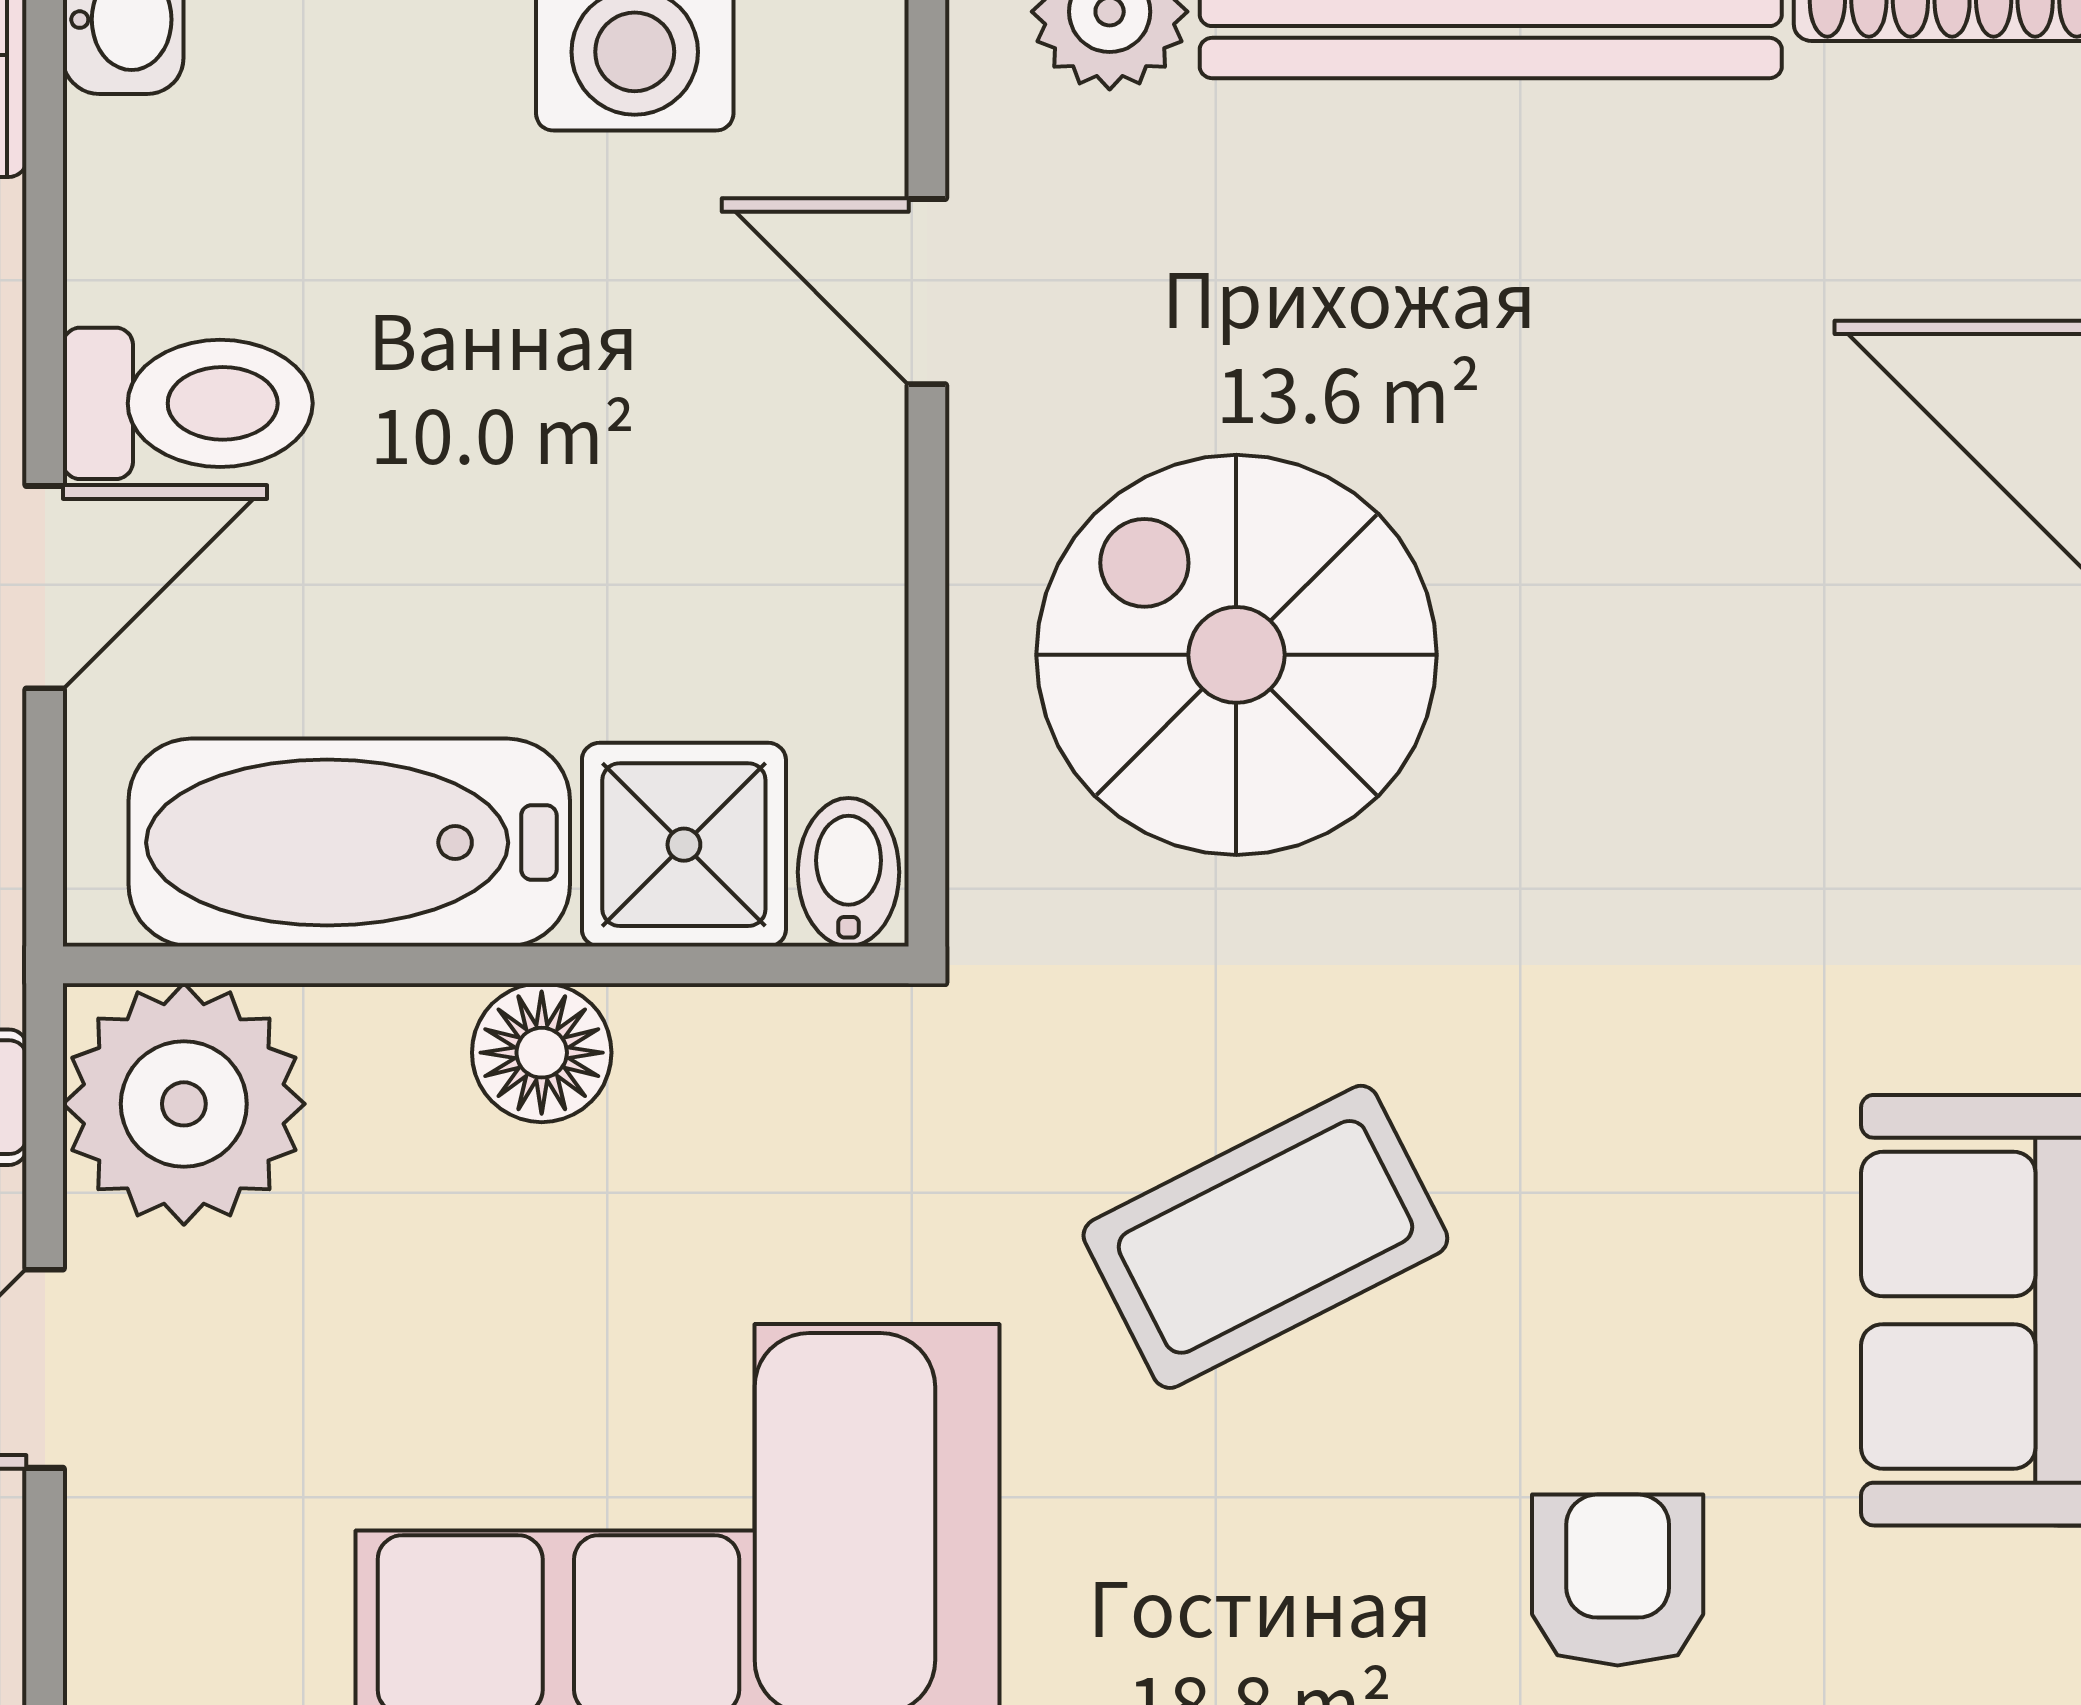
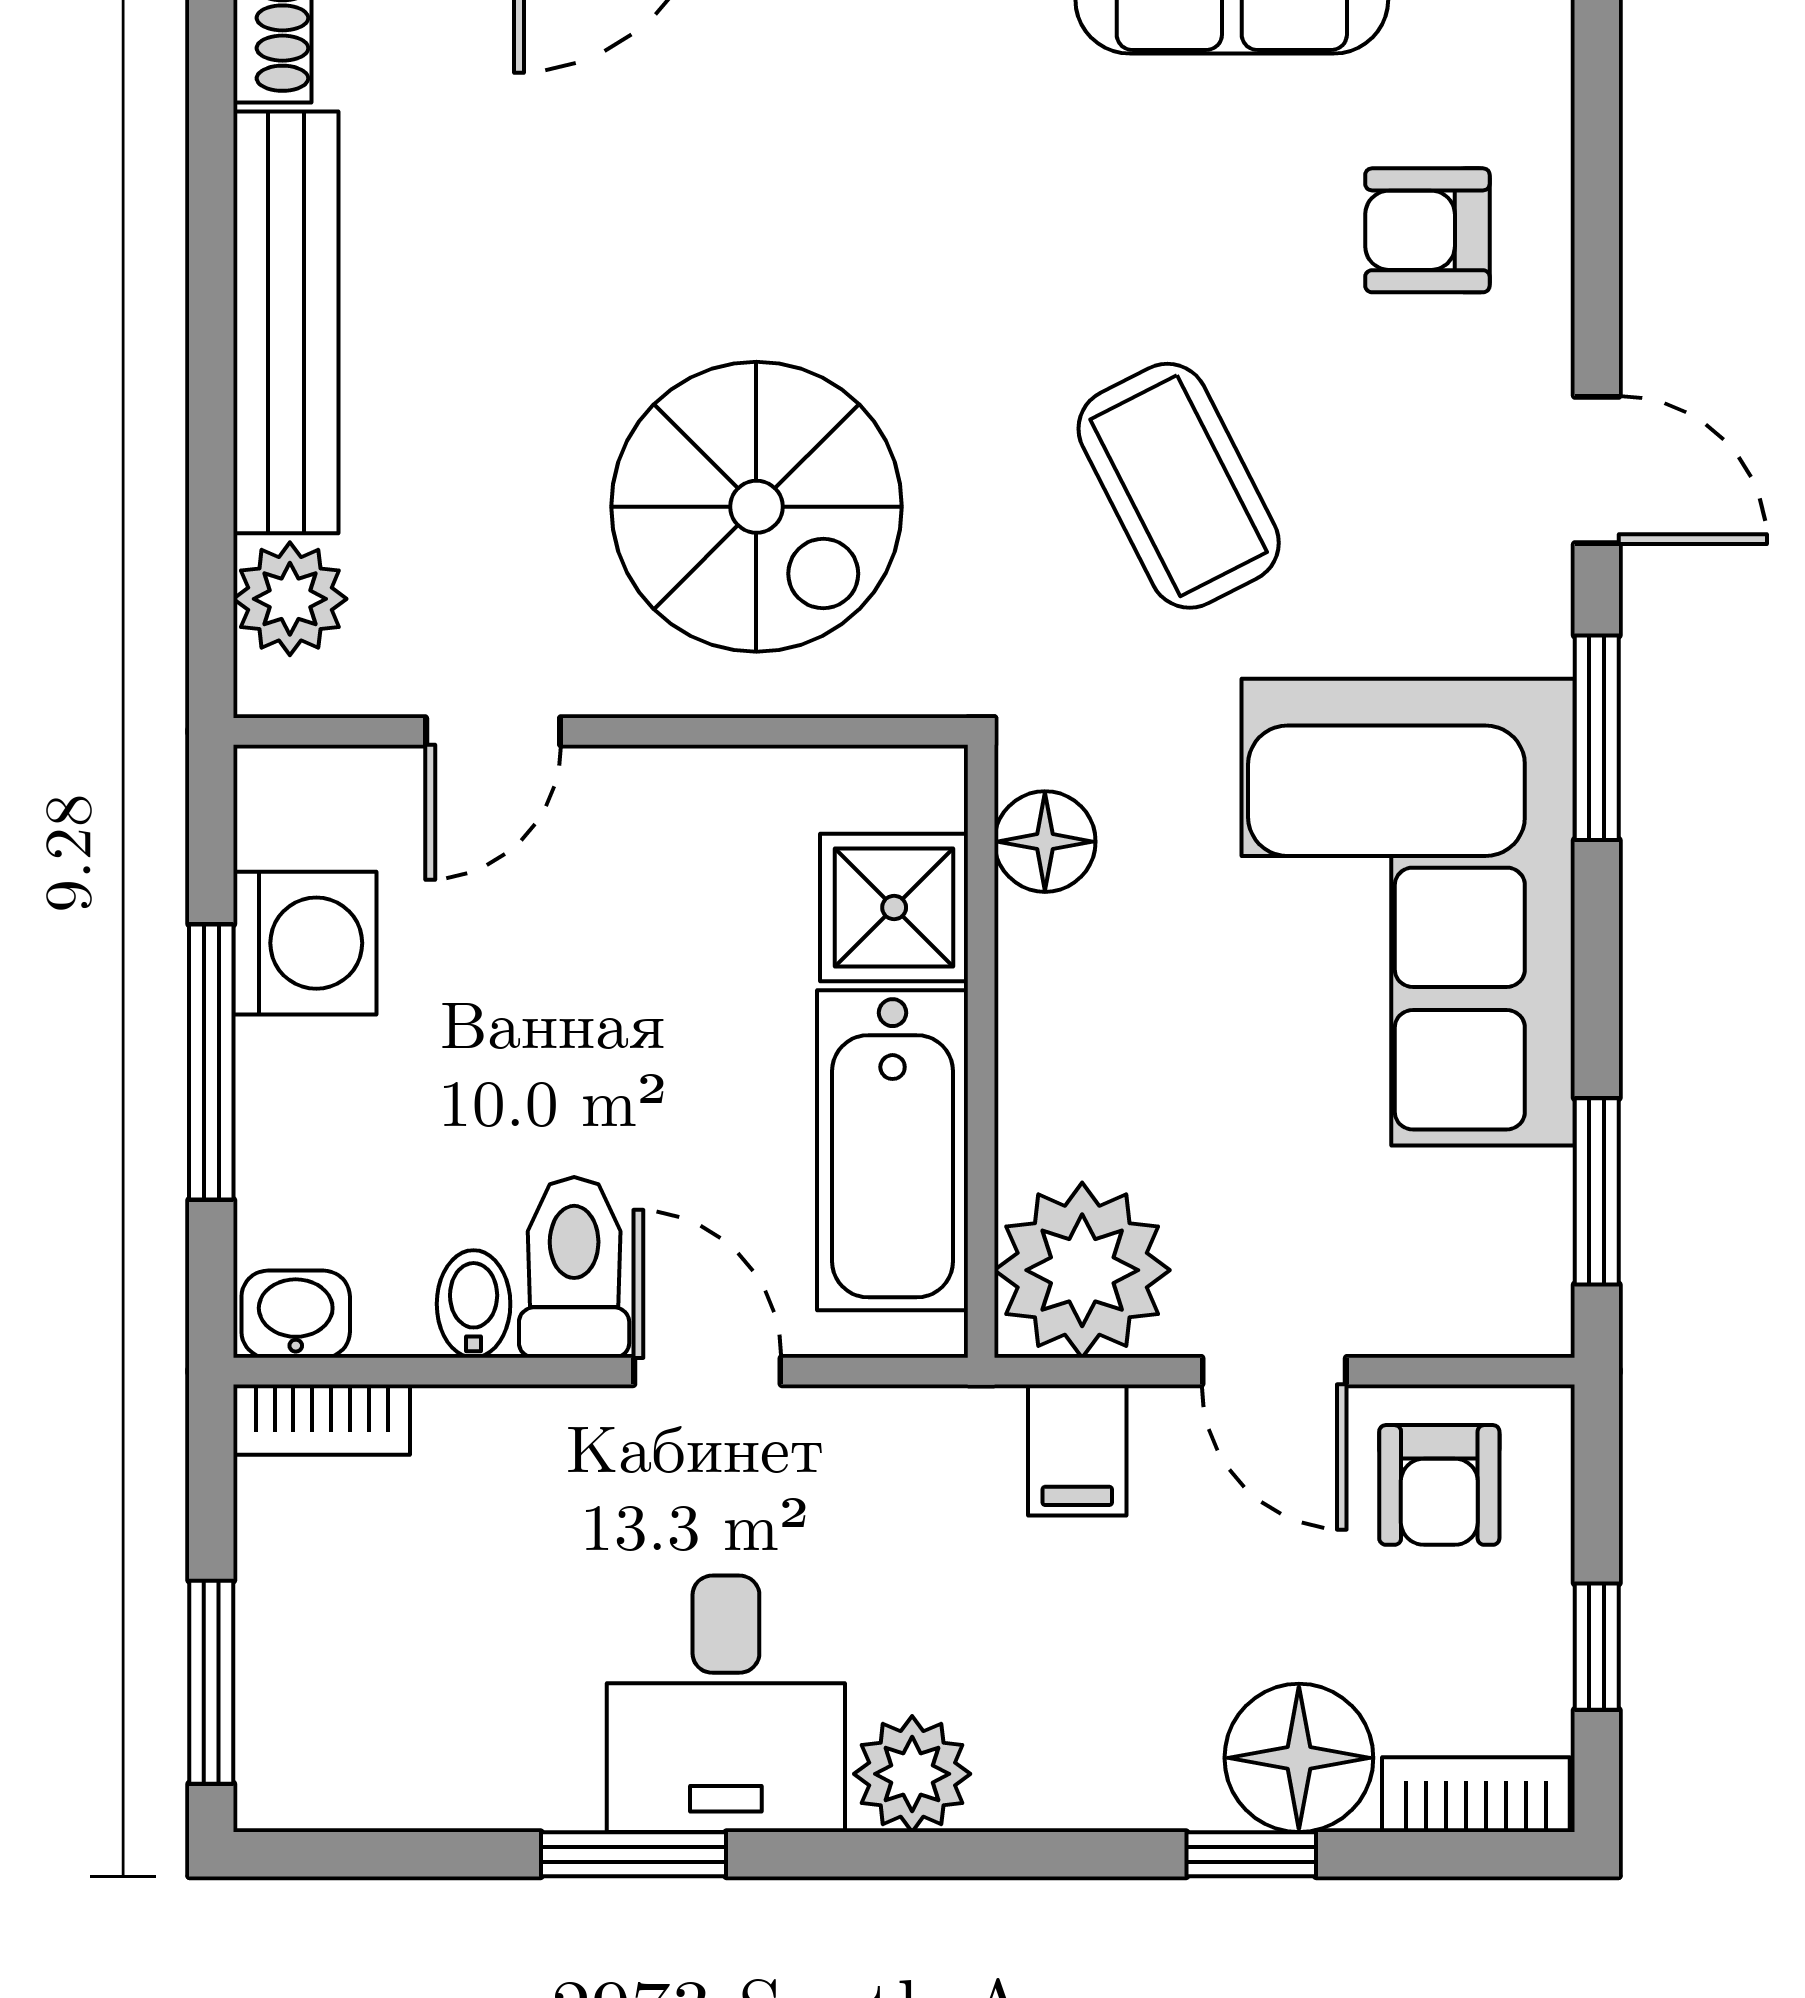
spiral stairs: (1236, 655) -> (756, 507), turned -90
bidet: (849, 872) -> (474, 1304), moved, turned 90
floor lamp: (542, 1053) -> (1045, 842), moved

